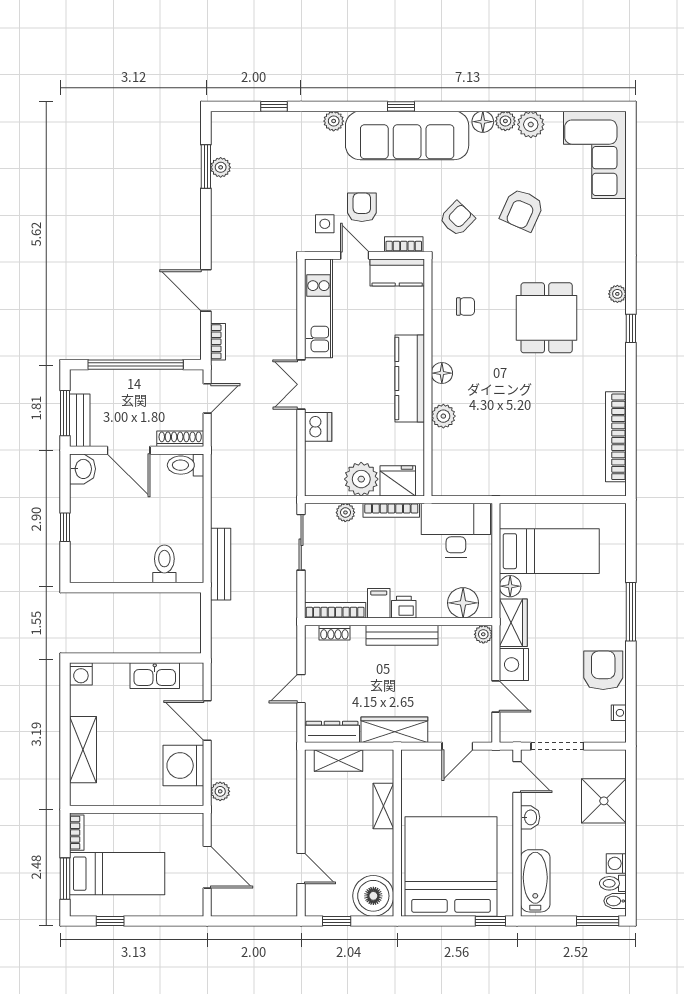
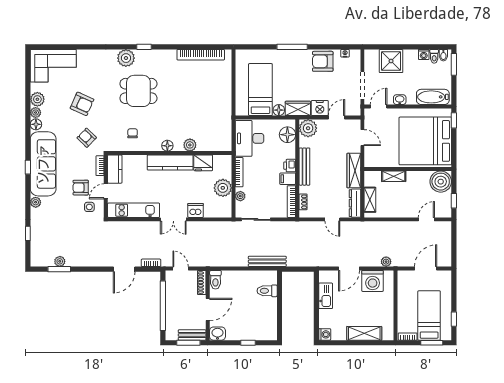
plant: (617, 294) -> (126, 58), width x1.87, depth x1.87
fridge: (398, 481) -> (203, 163), moved, turned -90
plant: (483, 634) -> (308, 128), width x1.88, depth x1.88

